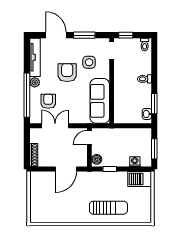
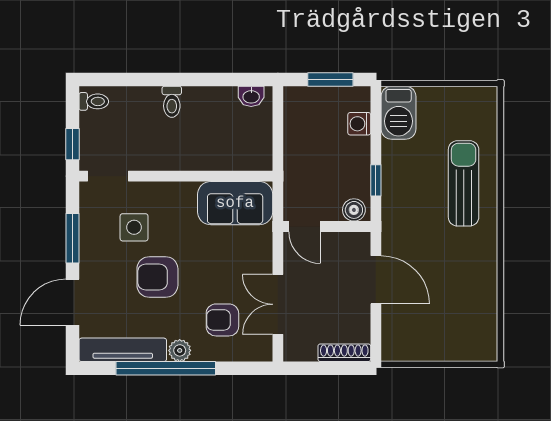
window: (27, 95) -> (166, 368), moved
sofa: (100, 101) -> (235, 203), width x0.73
window: (154, 104) -> (228, 79), removed

